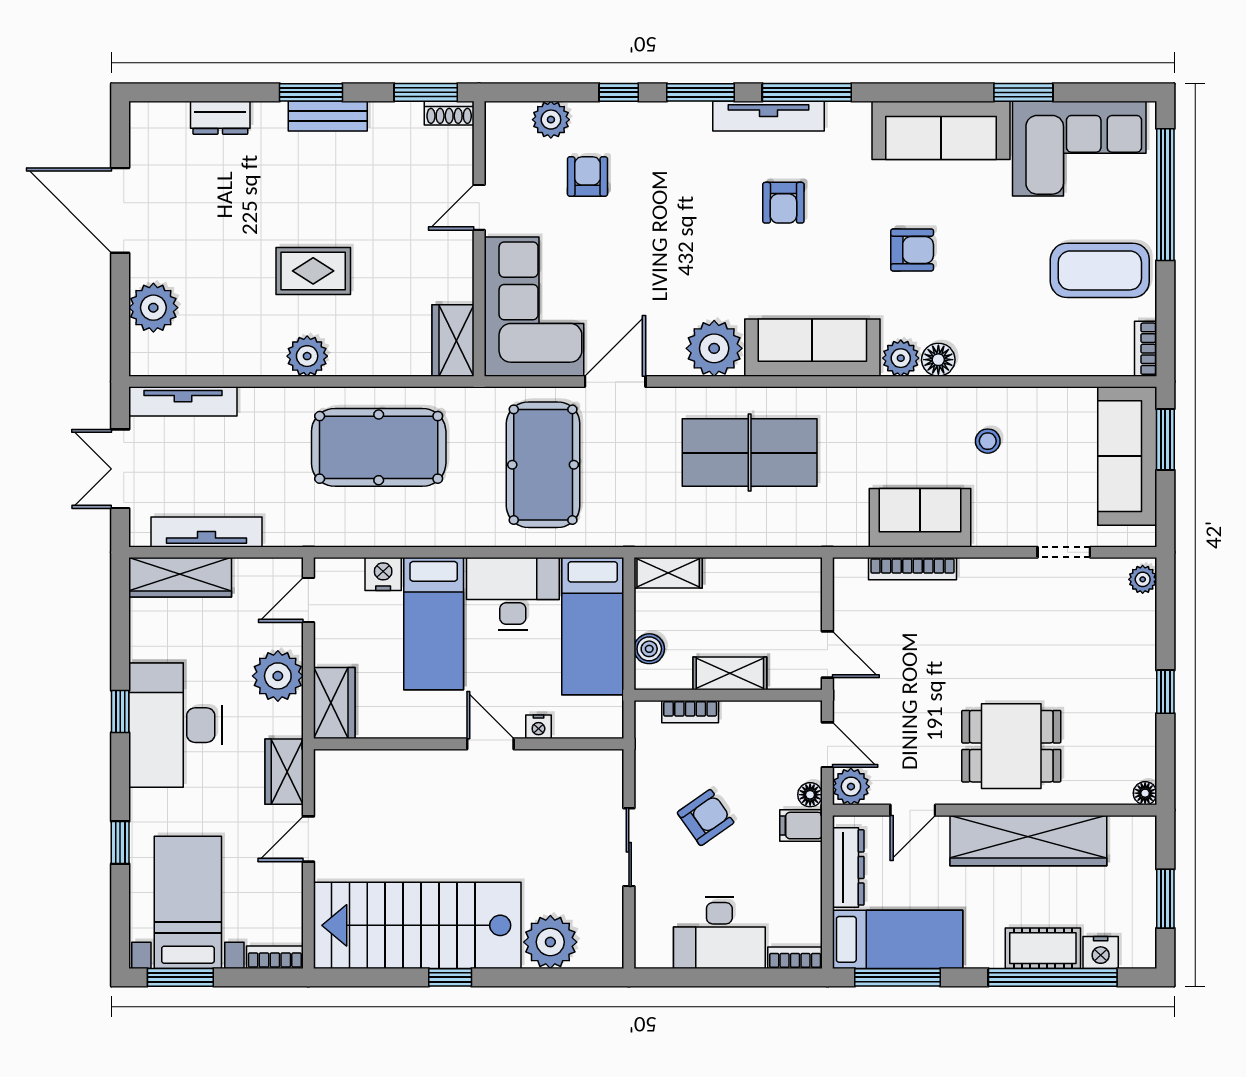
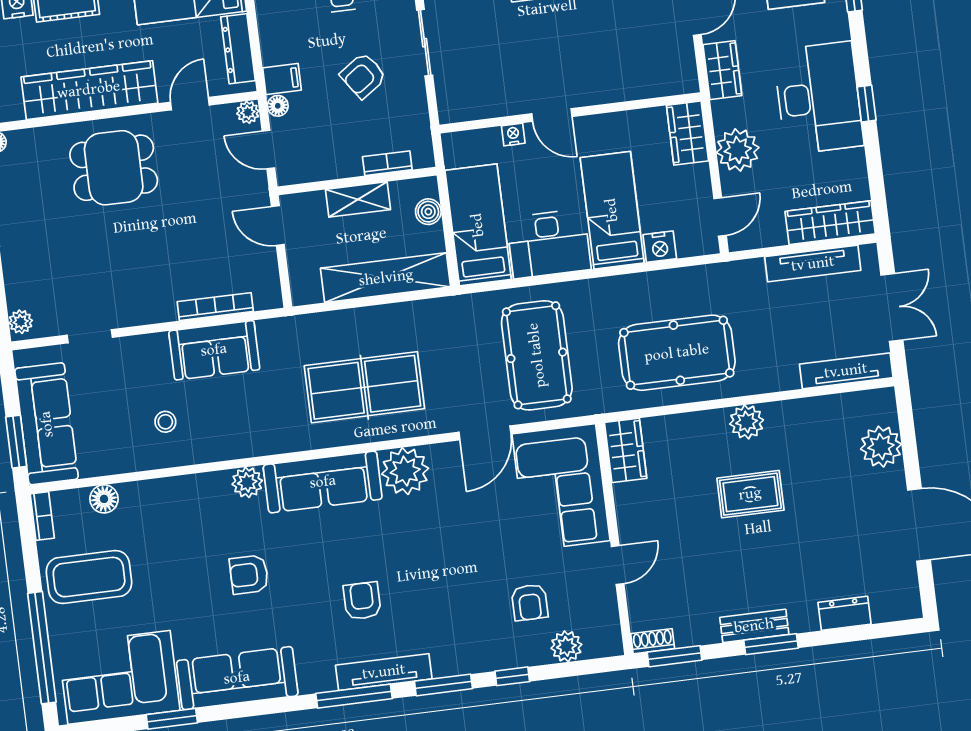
floor lamp: (938, 360) -> (104, 499), moved
shelving: (668, 573) -> (386, 278), width x2.20, depth x1.33
plant: (851, 787) -> (248, 112), width x0.73, depth x0.73

